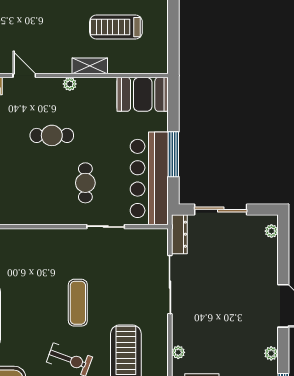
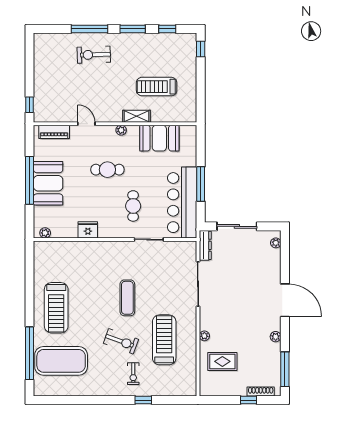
booth: (143, 94) -> (159, 138), moved
fridge: (26, 214) -> (88, 230), added

